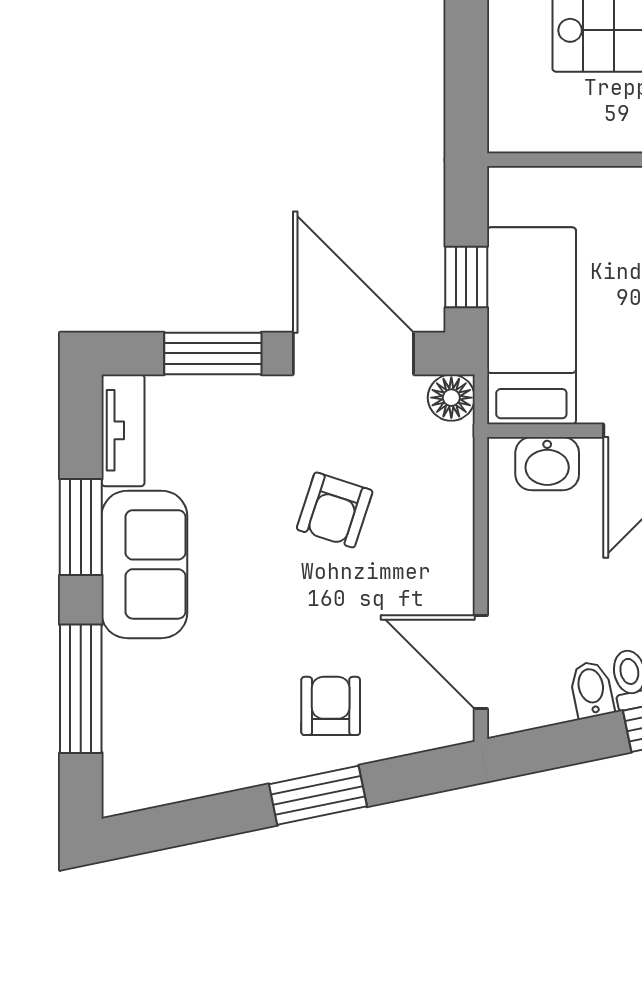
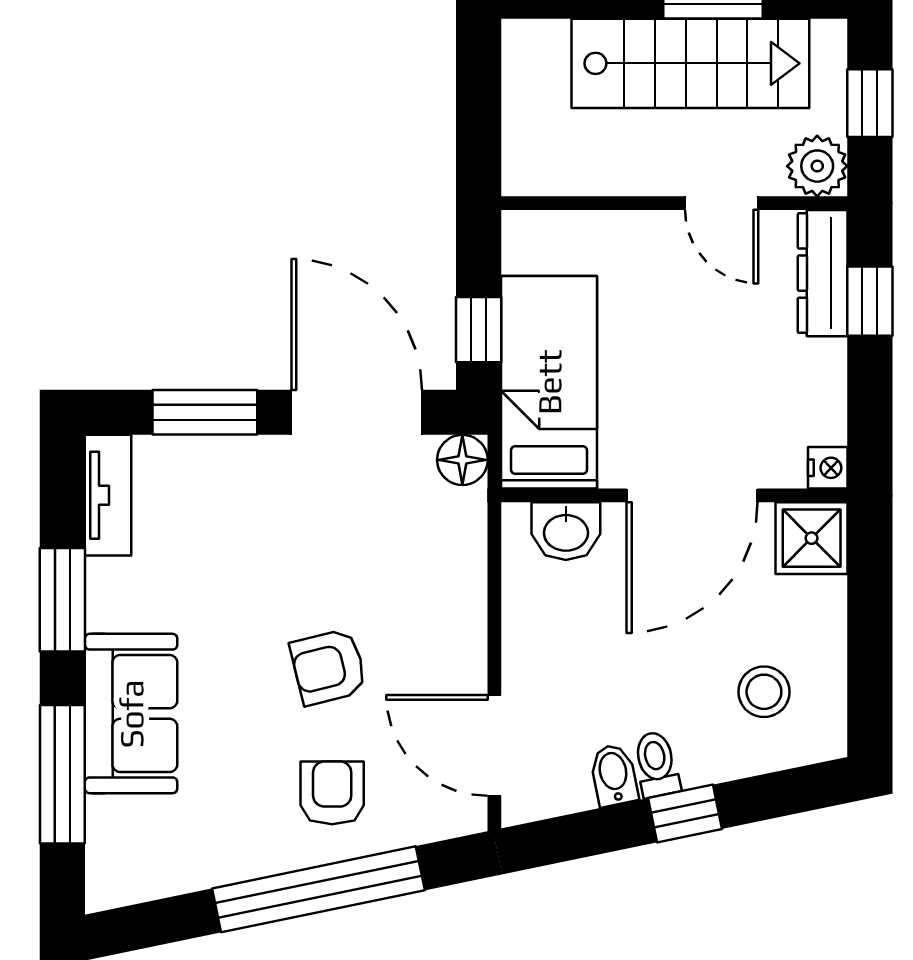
armchair: (335, 510) -> (328, 667), moved, turned 58
sofa: (144, 564) -> (131, 714), moved
window: (318, 795) -> (318, 889), width x2.11

